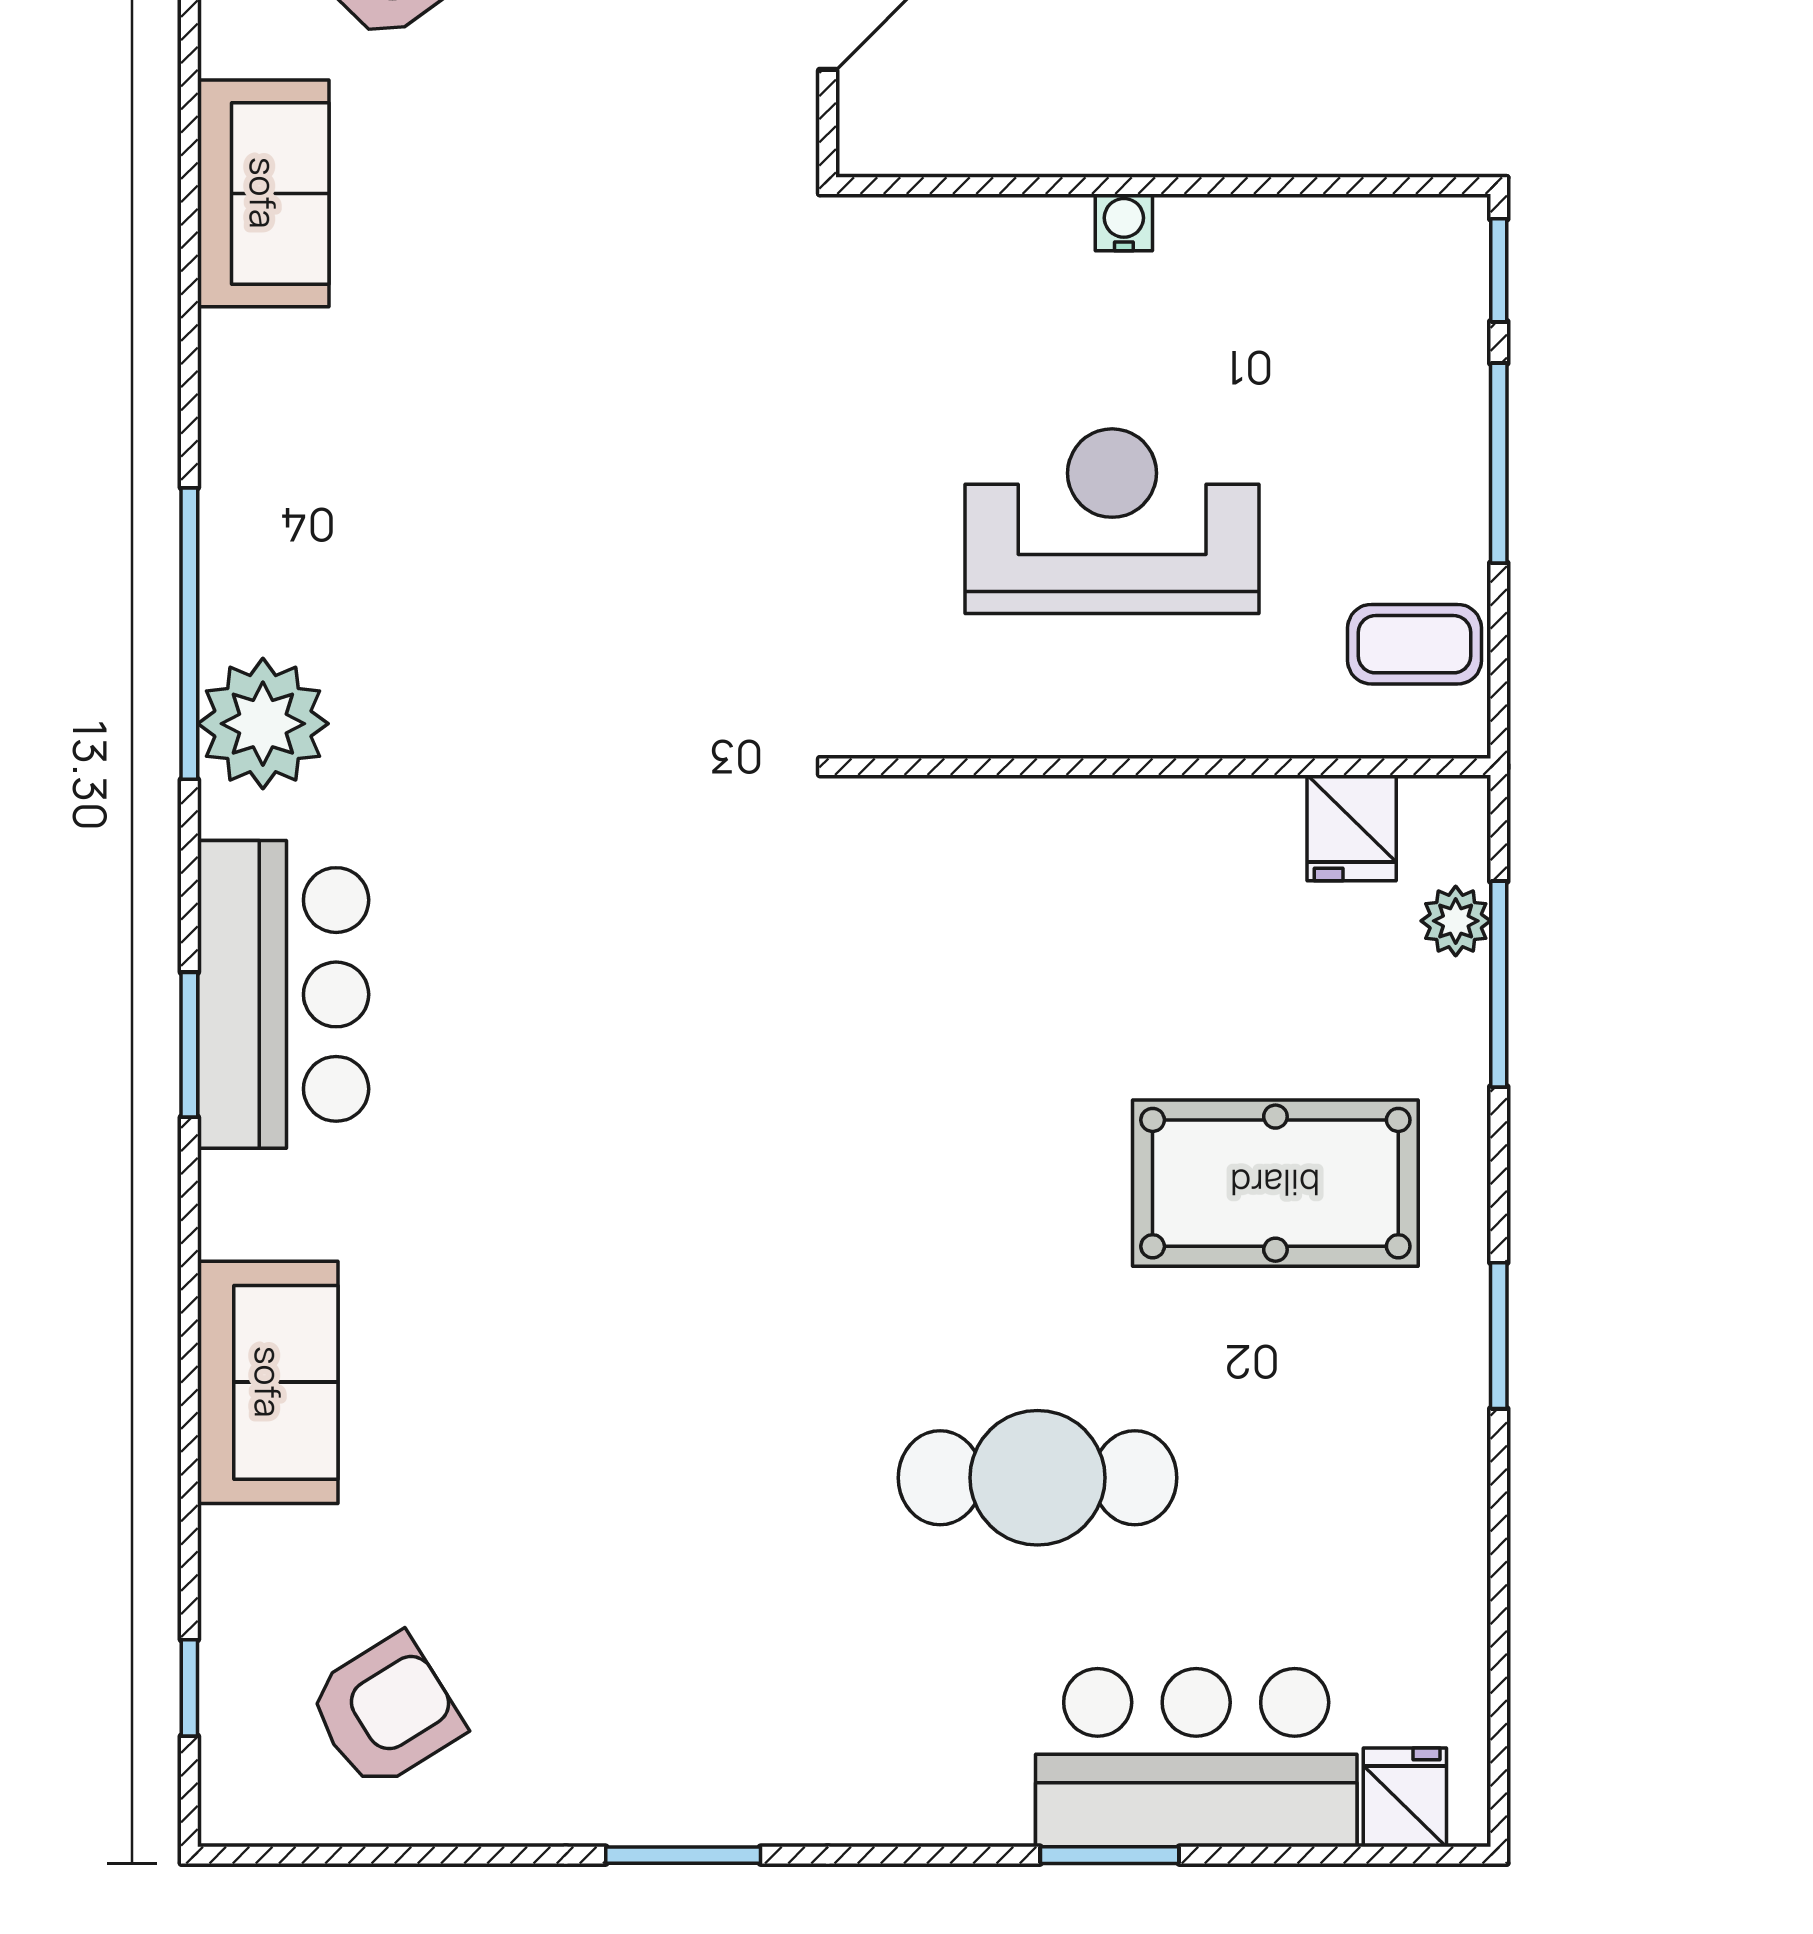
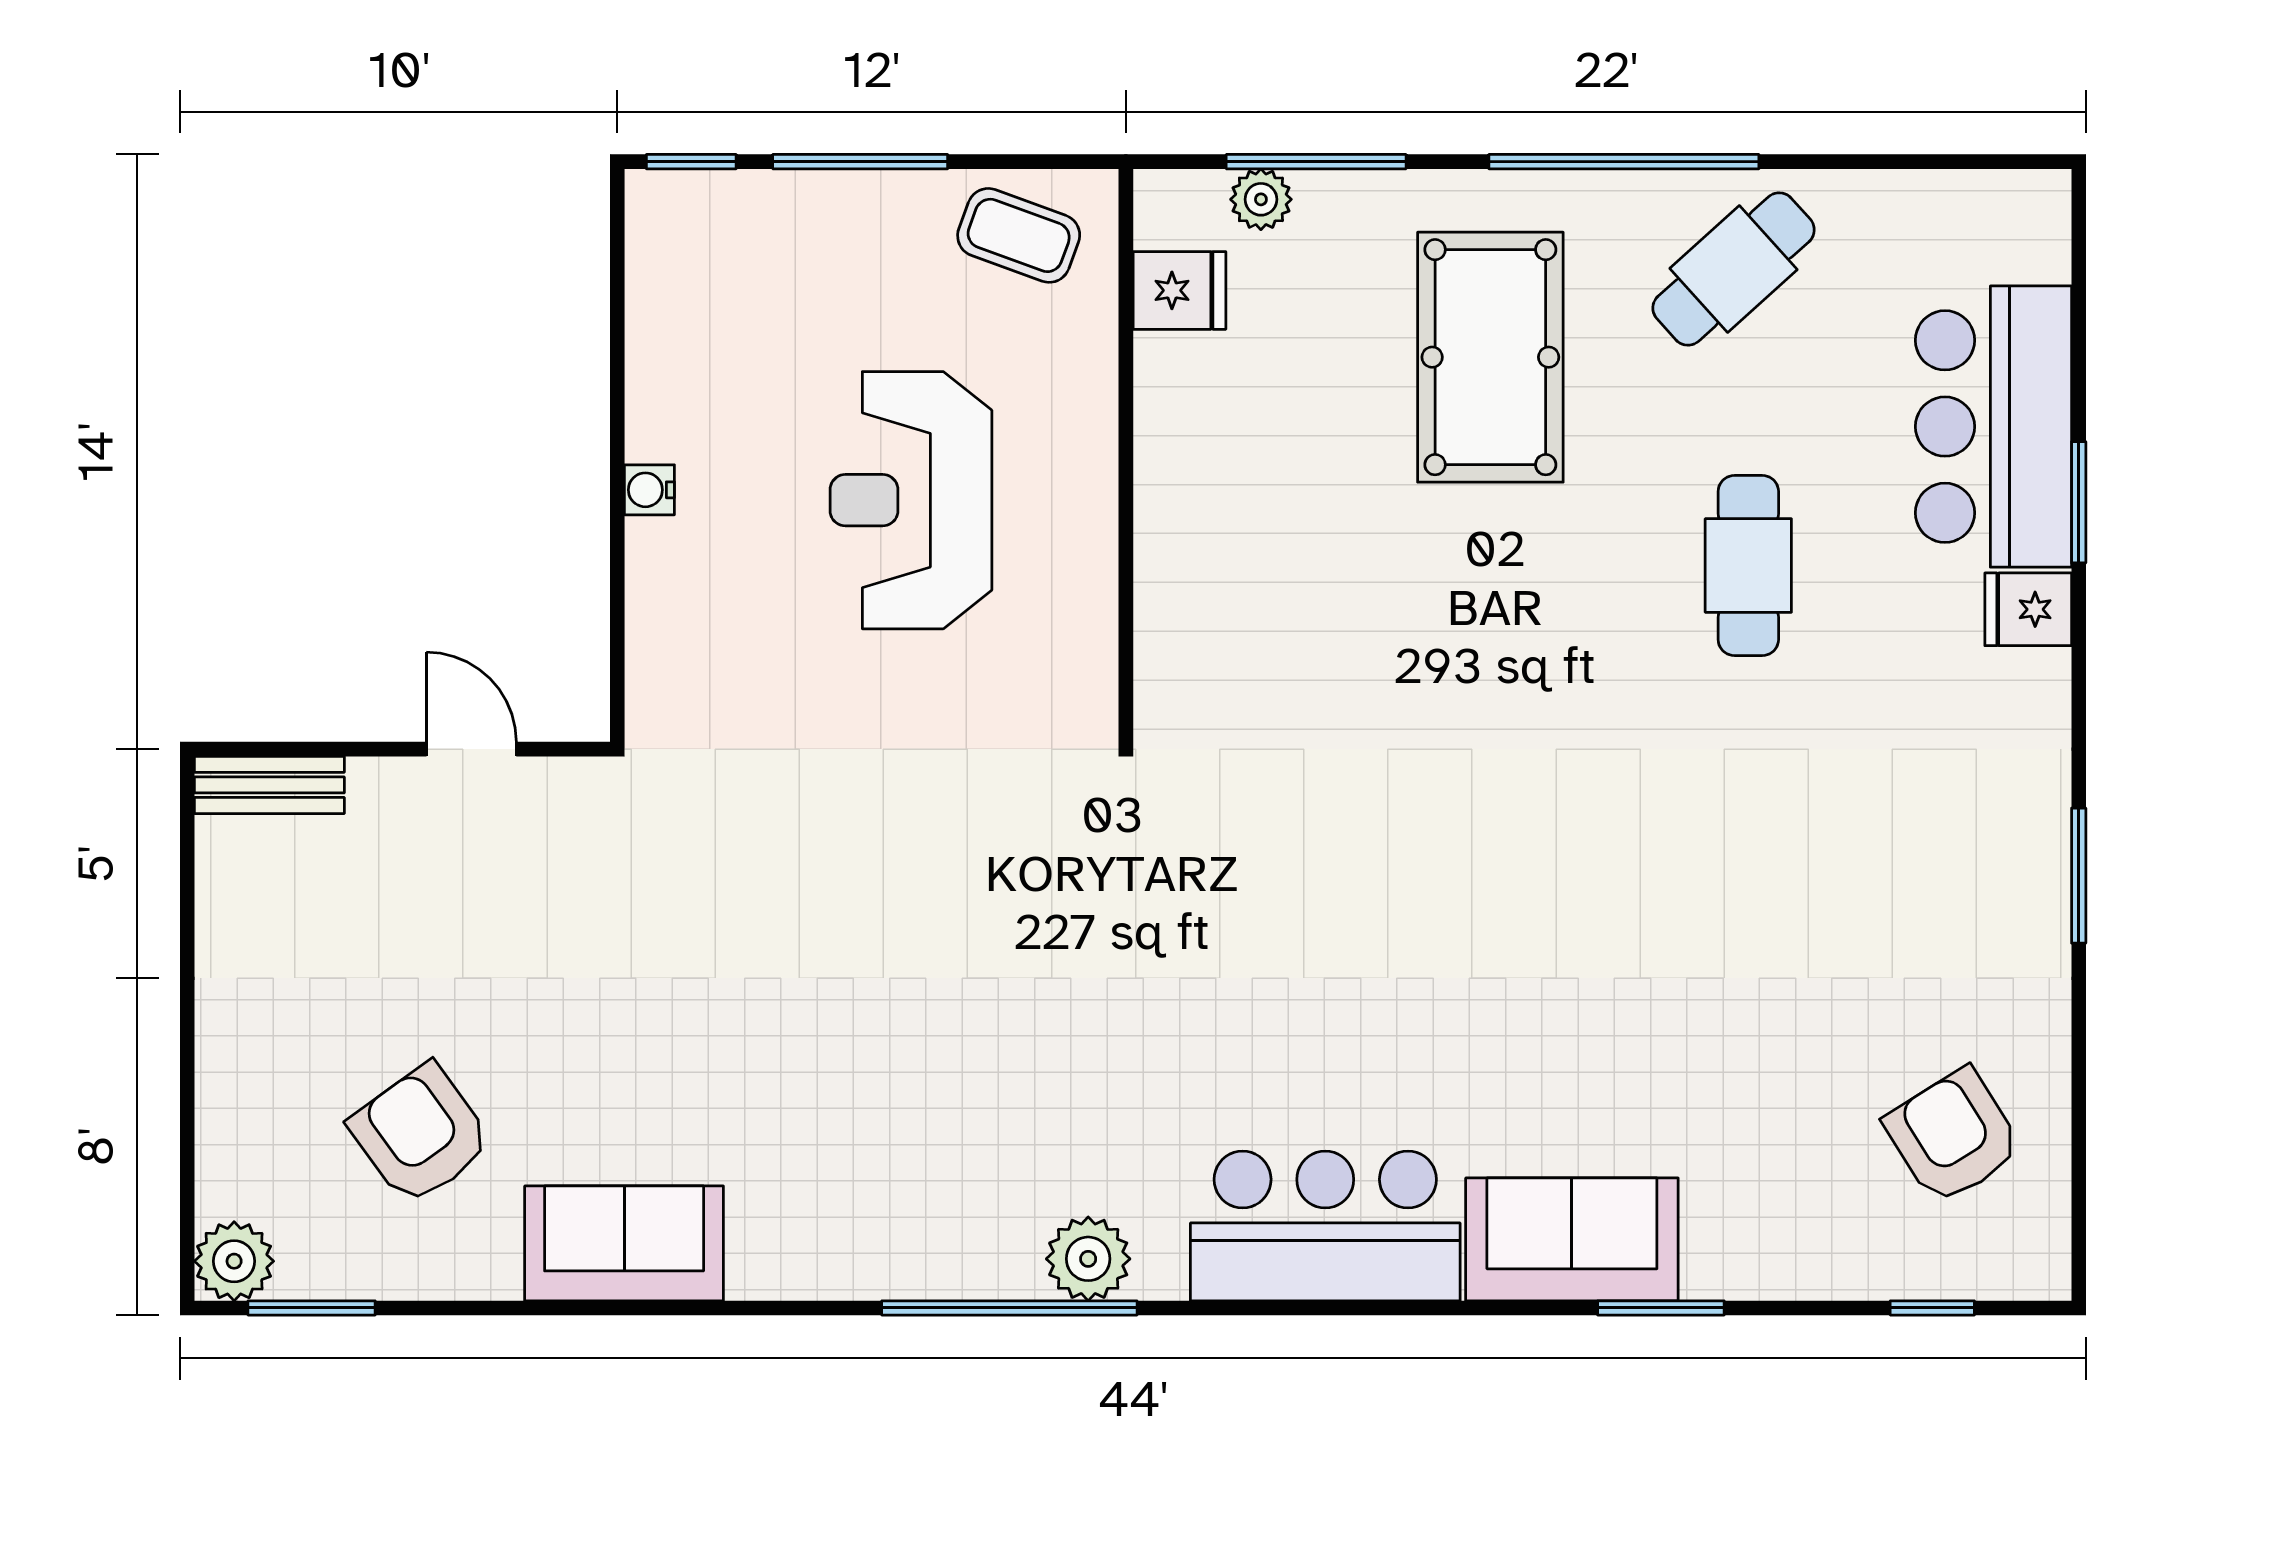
coffee table: (1414, 644) -> (1019, 235), turned -70
plant: (263, 724) -> (1088, 1259), width x0.73, depth x0.73
window: (189, 1045) -> (1661, 1308), moved
window: (1499, 1336) -> (1624, 162), width x2.11
sofa: (268, 1382) -> (1572, 1239), moved
cafe table: (1376, 1461) -> (1734, 269), added
cafe table: (1037, 1478) -> (1748, 566), width x0.73, depth x0.74
fridge: (1405, 1797) -> (2028, 609), moved

